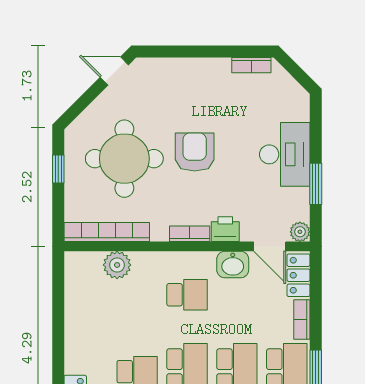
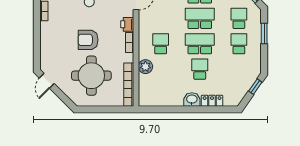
window: (58, 169) -> (97, 109), removed
plant: (117, 265) -> (145, 67), moved
washbasin: (233, 265) -> (192, 99), moved, turned -90

